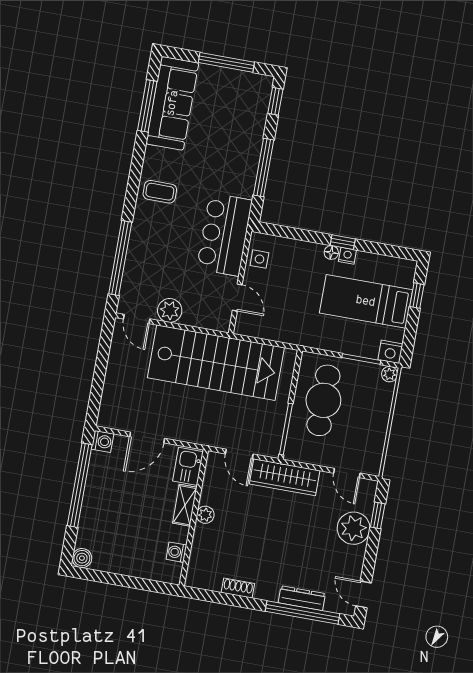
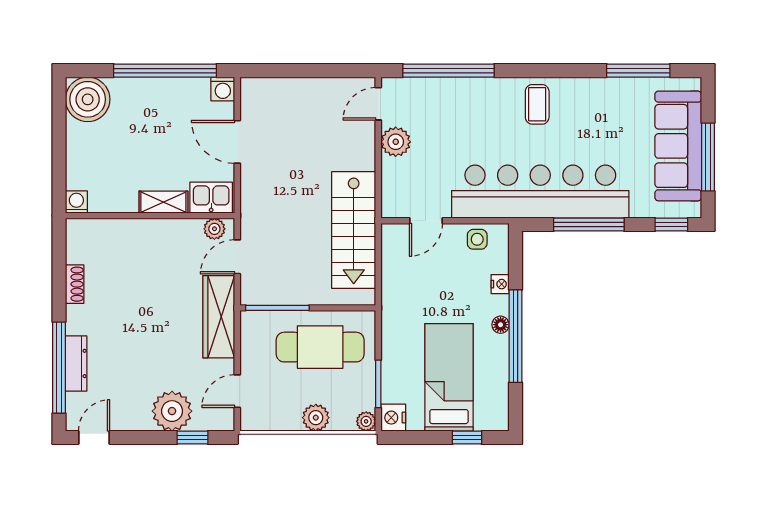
sofa: (172, 103) -> (678, 146), moved, turned 90
bar counter: (224, 235) -> (540, 192), width x1.86
window: (343, 242) -> (516, 336), width x3.17
nightstand: (347, 256) -> (500, 284), moved
stairs: (216, 363) -> (354, 230), width x0.73, depth x0.66
plant: (379, 414) -> (316, 418), added
plant: (205, 515) -> (214, 229), moved
washing machine: (176, 552) -> (76, 202), moved
boiler: (82, 558) -> (88, 99), width x1.86, depth x1.86

